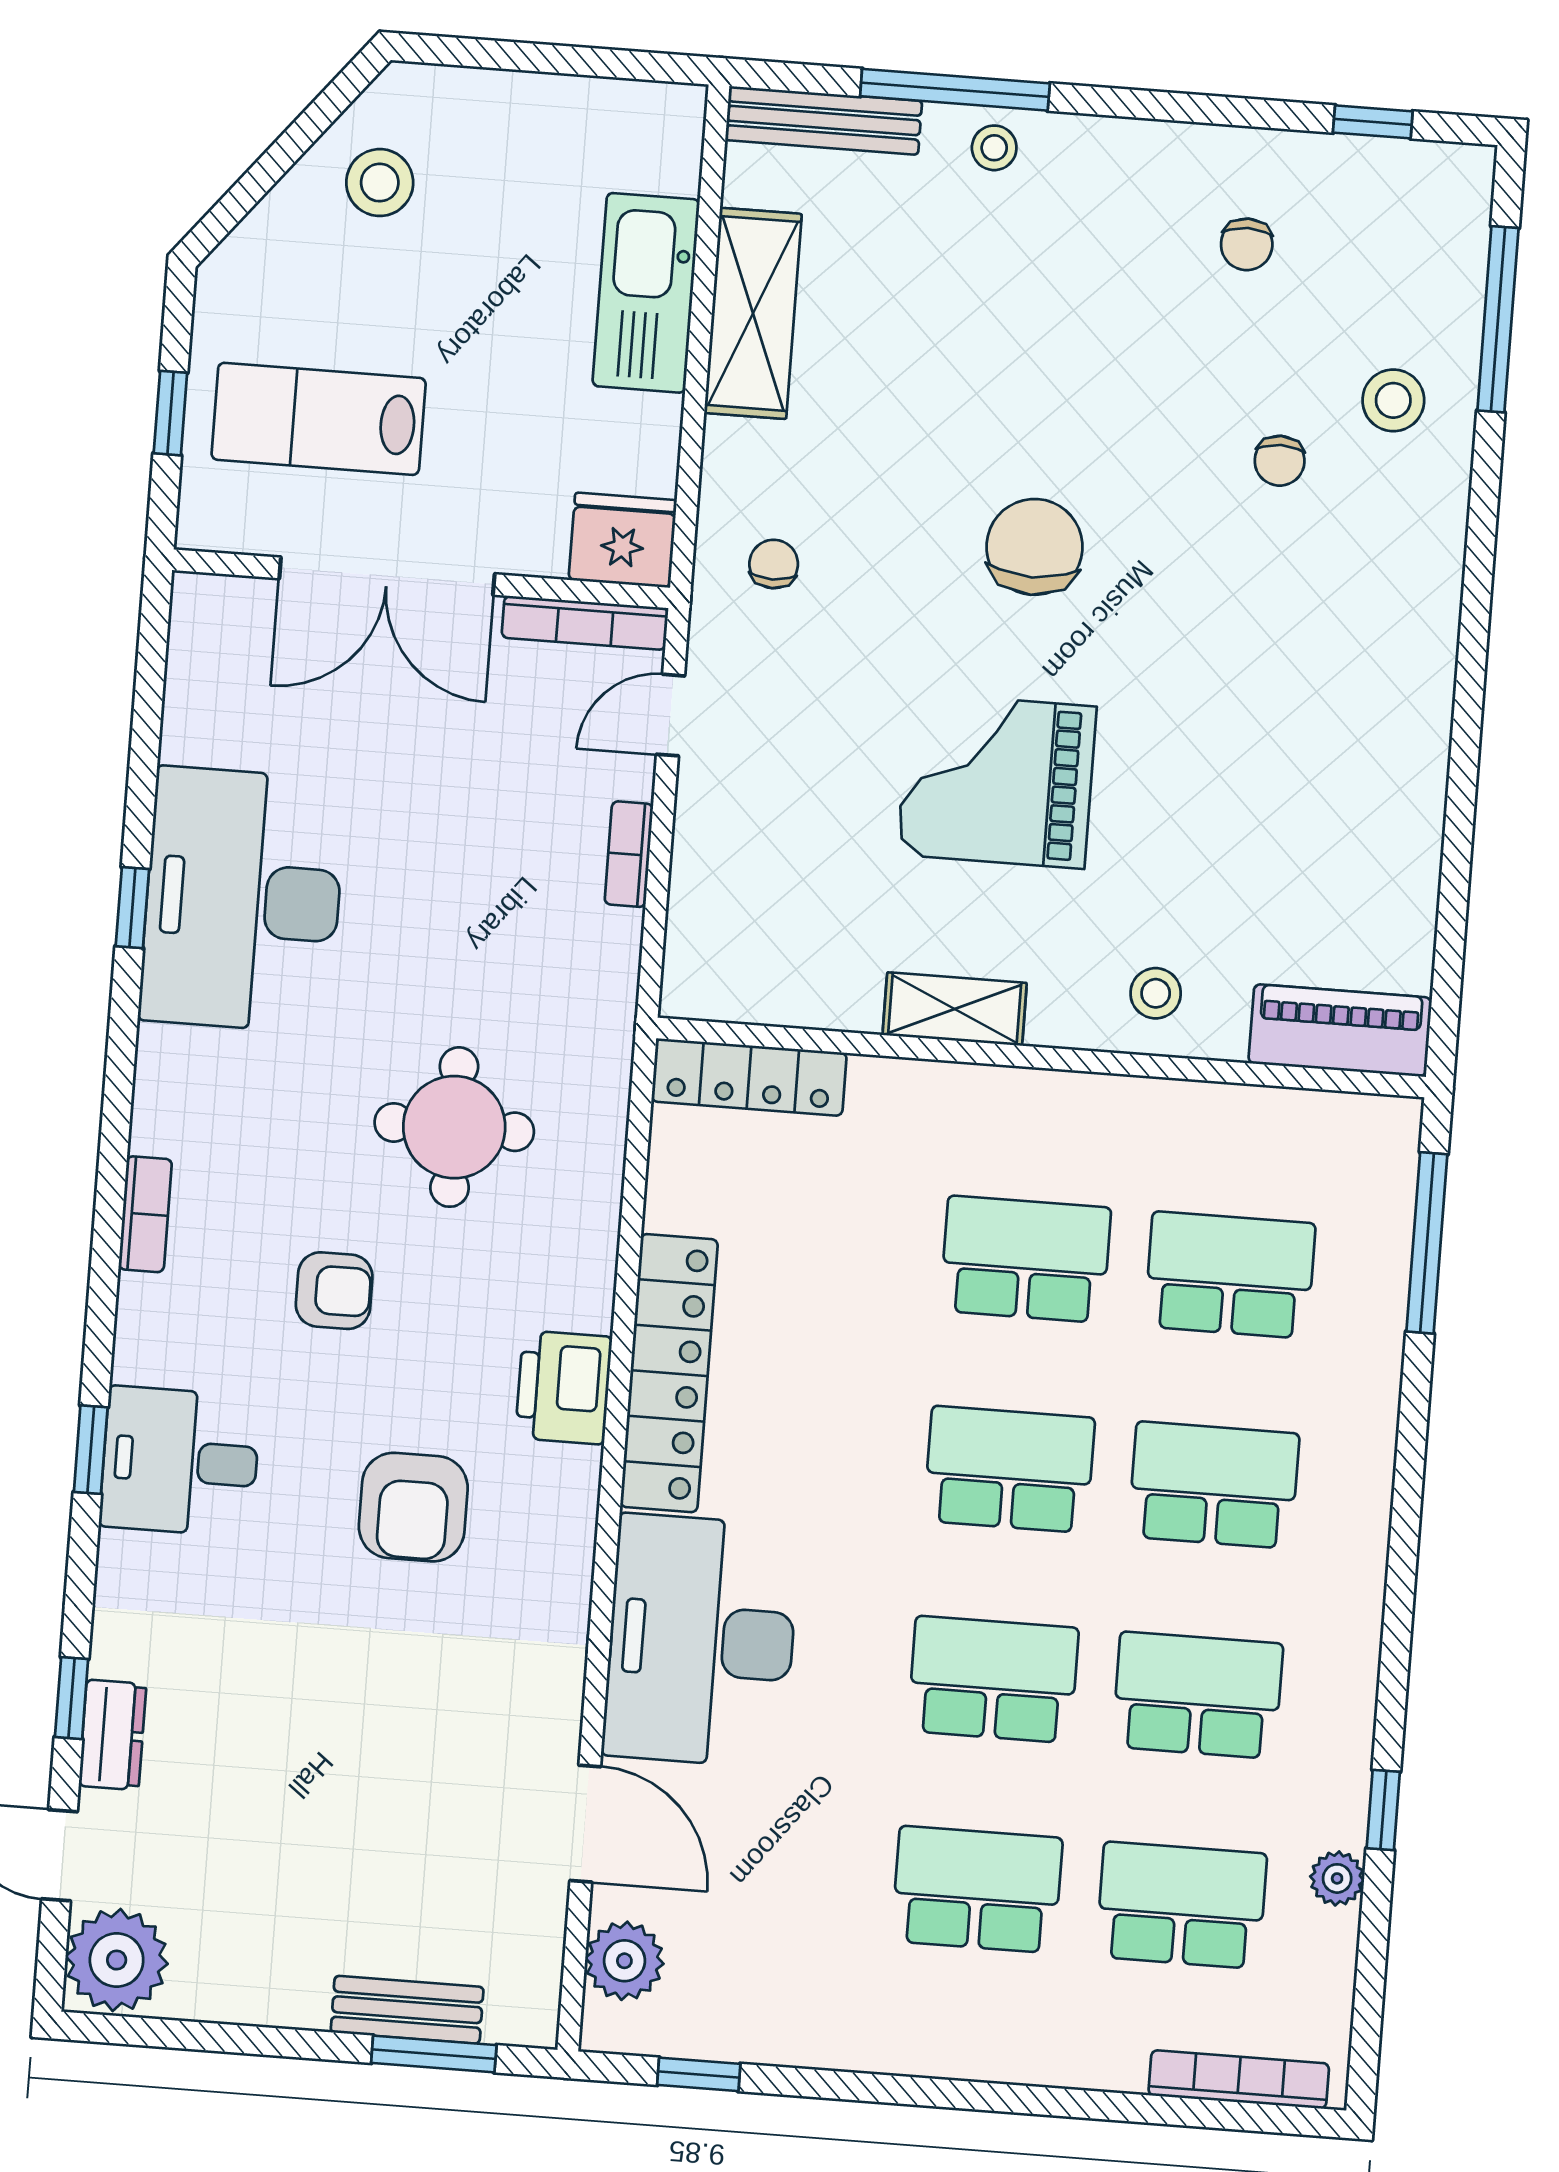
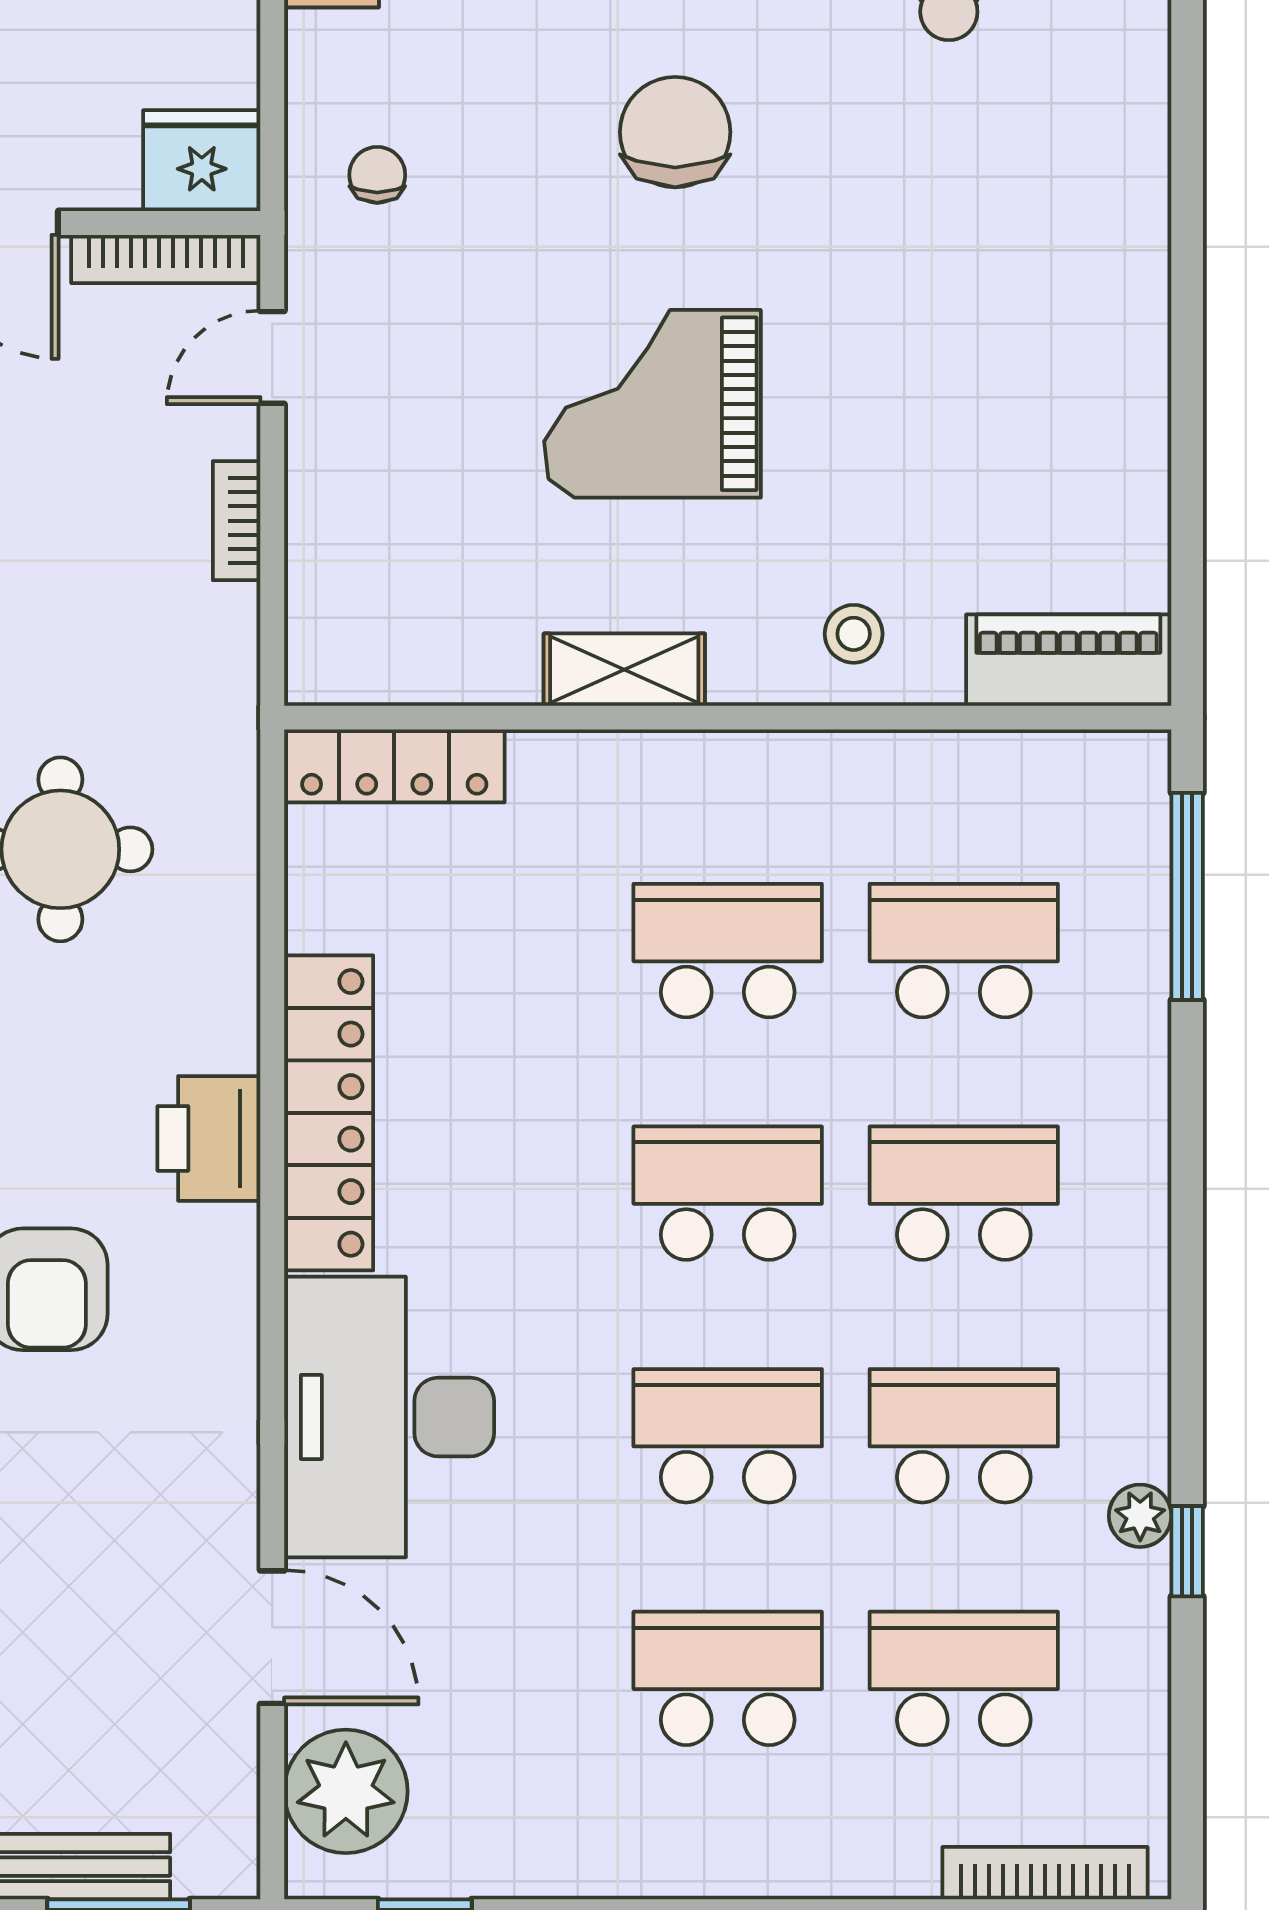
plant: (1337, 1878) -> (1140, 1516), moved
plant: (624, 1961) -> (346, 1791), width x1.36, depth x1.36

